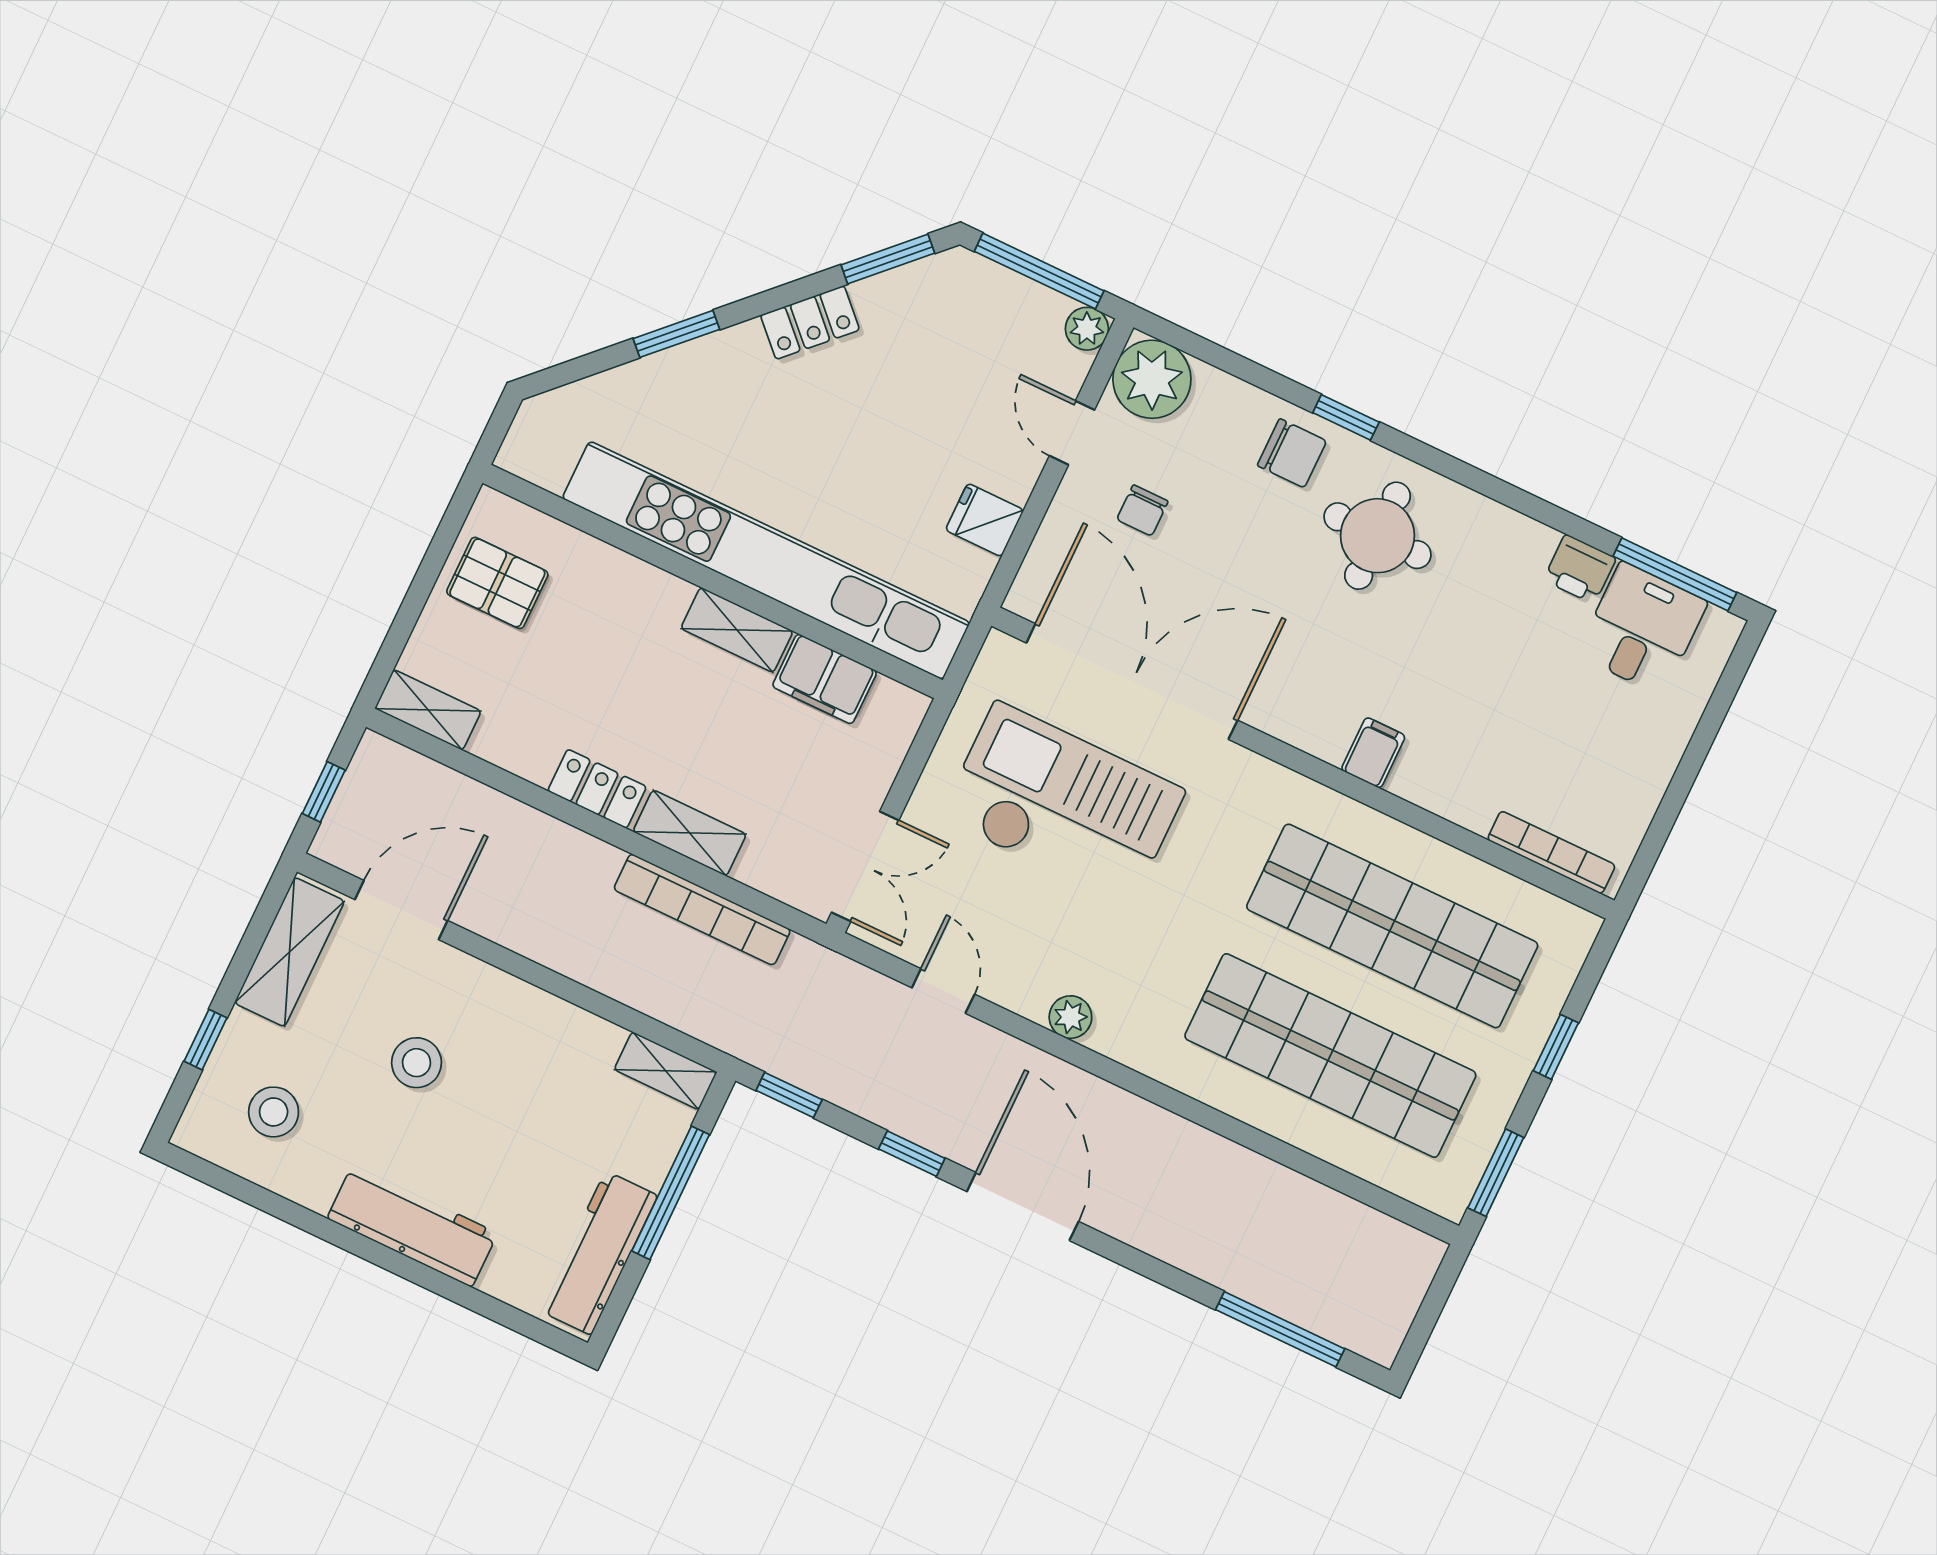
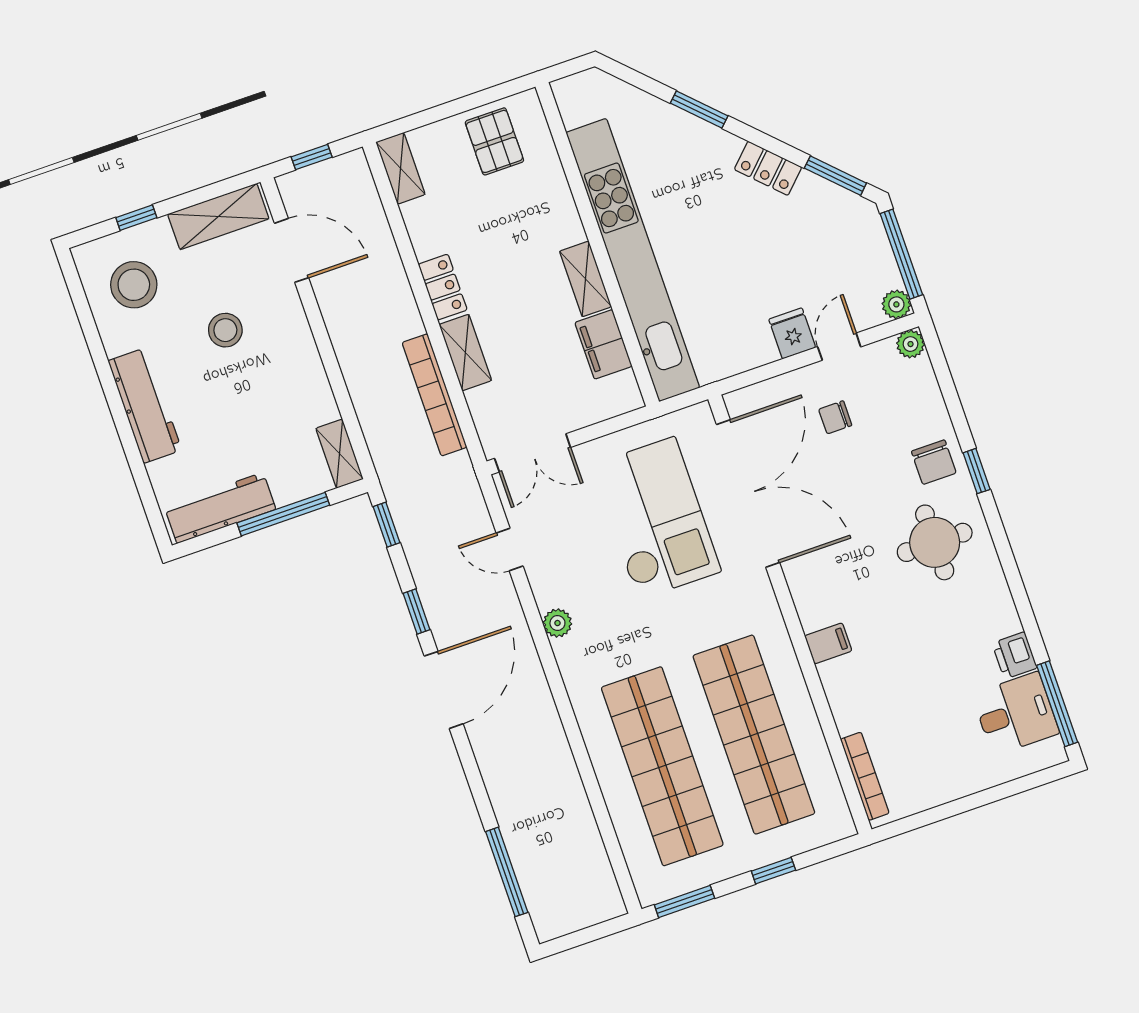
plant: (1152, 379) -> (910, 344), width x0.53, depth x0.53
fridge: (985, 520) -> (792, 333), moved
door: (943, 991) -> (510, 549), swing flipped
stool: (274, 1112) -> (134, 285), width x1.38, depth x1.38

